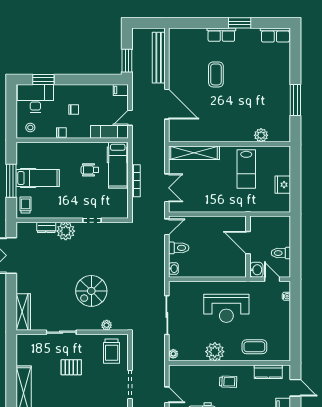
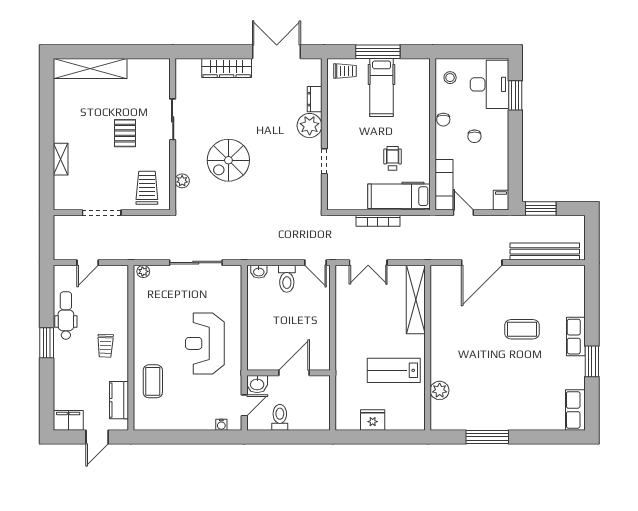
spiral stairs: (91, 291) -> (228, 160), turned -90
wardrobe: (23, 312) -> (227, 68), moved
trolley: (112, 351) -> (147, 188), turned 90
plant: (215, 352) -> (146, 328), removed

